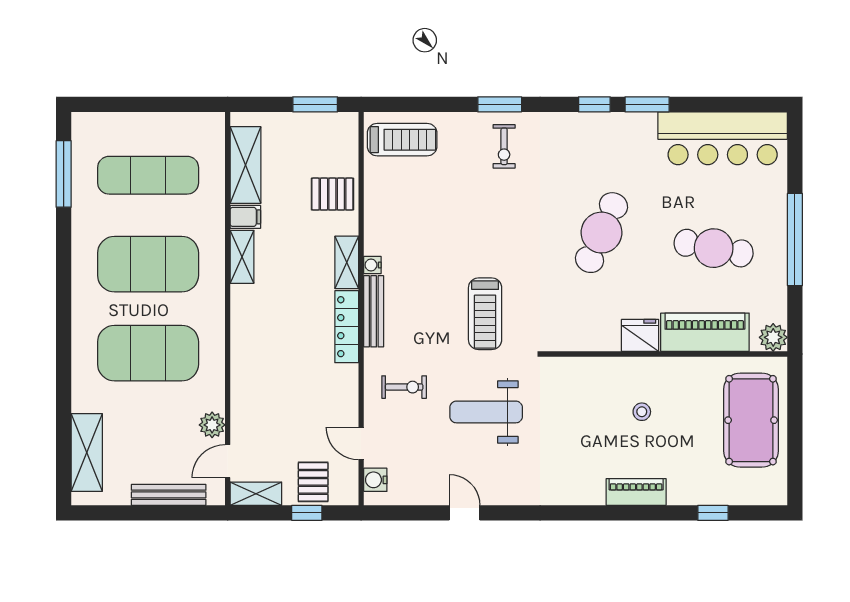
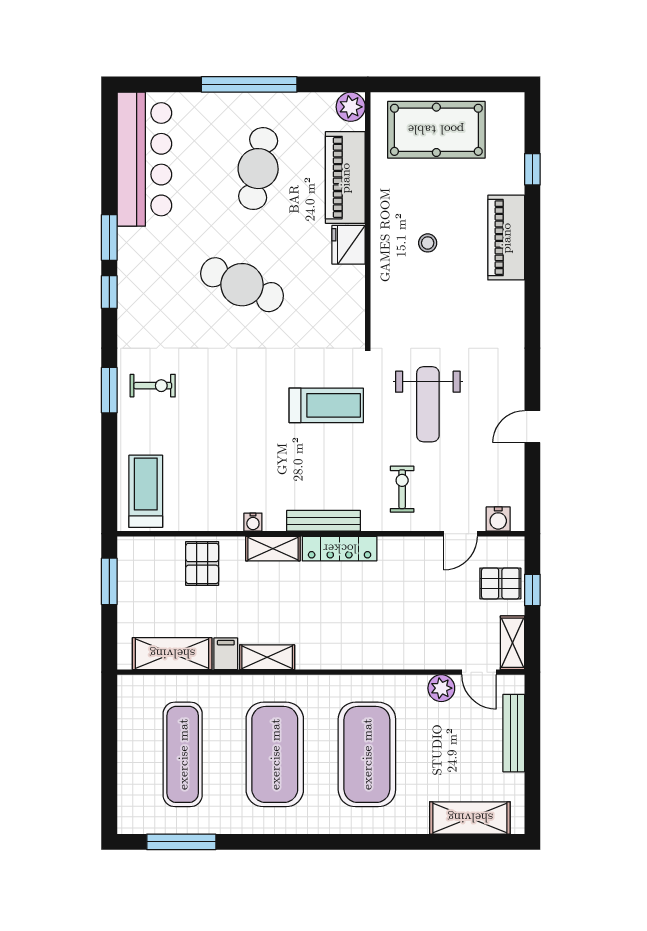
water cooler: (372, 265) -> (253, 522), moved
piano: (636, 492) -> (506, 238), width x1.37, depth x1.33

